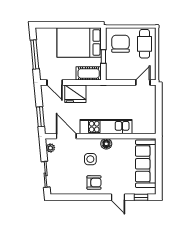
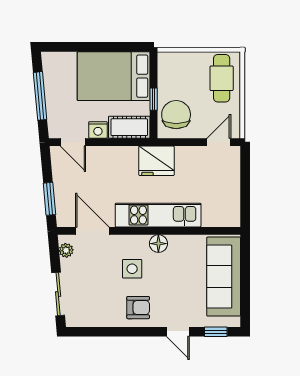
chair: (120, 44) -> (176, 115), moved
nightstand: (70, 75) -> (98, 130), added
fridge: (75, 94) -> (157, 161), moved

